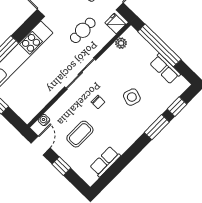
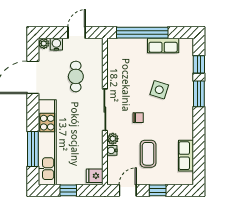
fridge: (115, 24) -> (95, 176), moved
plant: (121, 43) -> (113, 139), moved
water cooler: (44, 120) -> (112, 150), moved
door: (41, 146) -> (128, 190), hinge flipped

